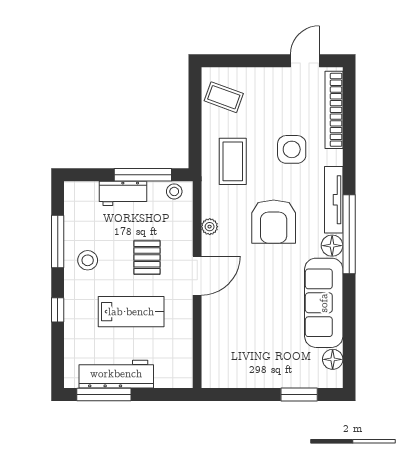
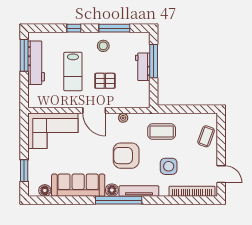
coffee table: (224, 97) -> (206, 136), moved
window: (143, 175) -> (154, 61), moved
stool: (174, 191) -> (144, 97), removed
corner sofa: (231, 346) -> (53, 131), added

